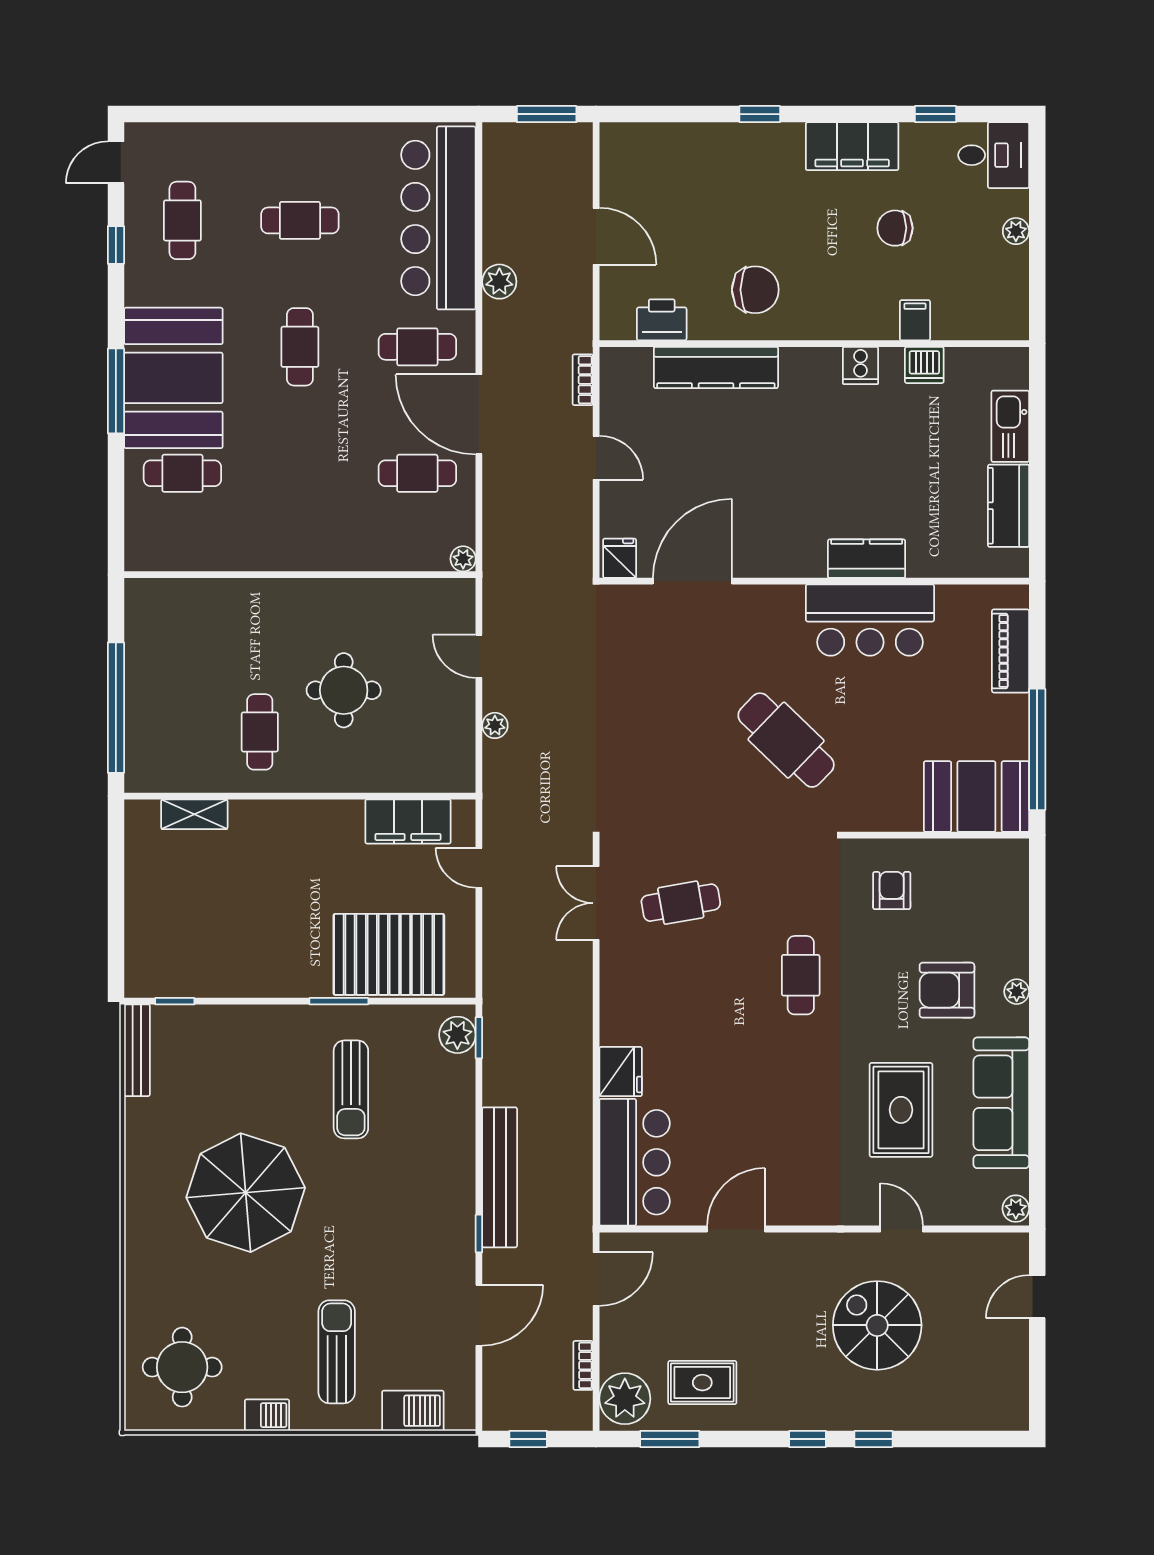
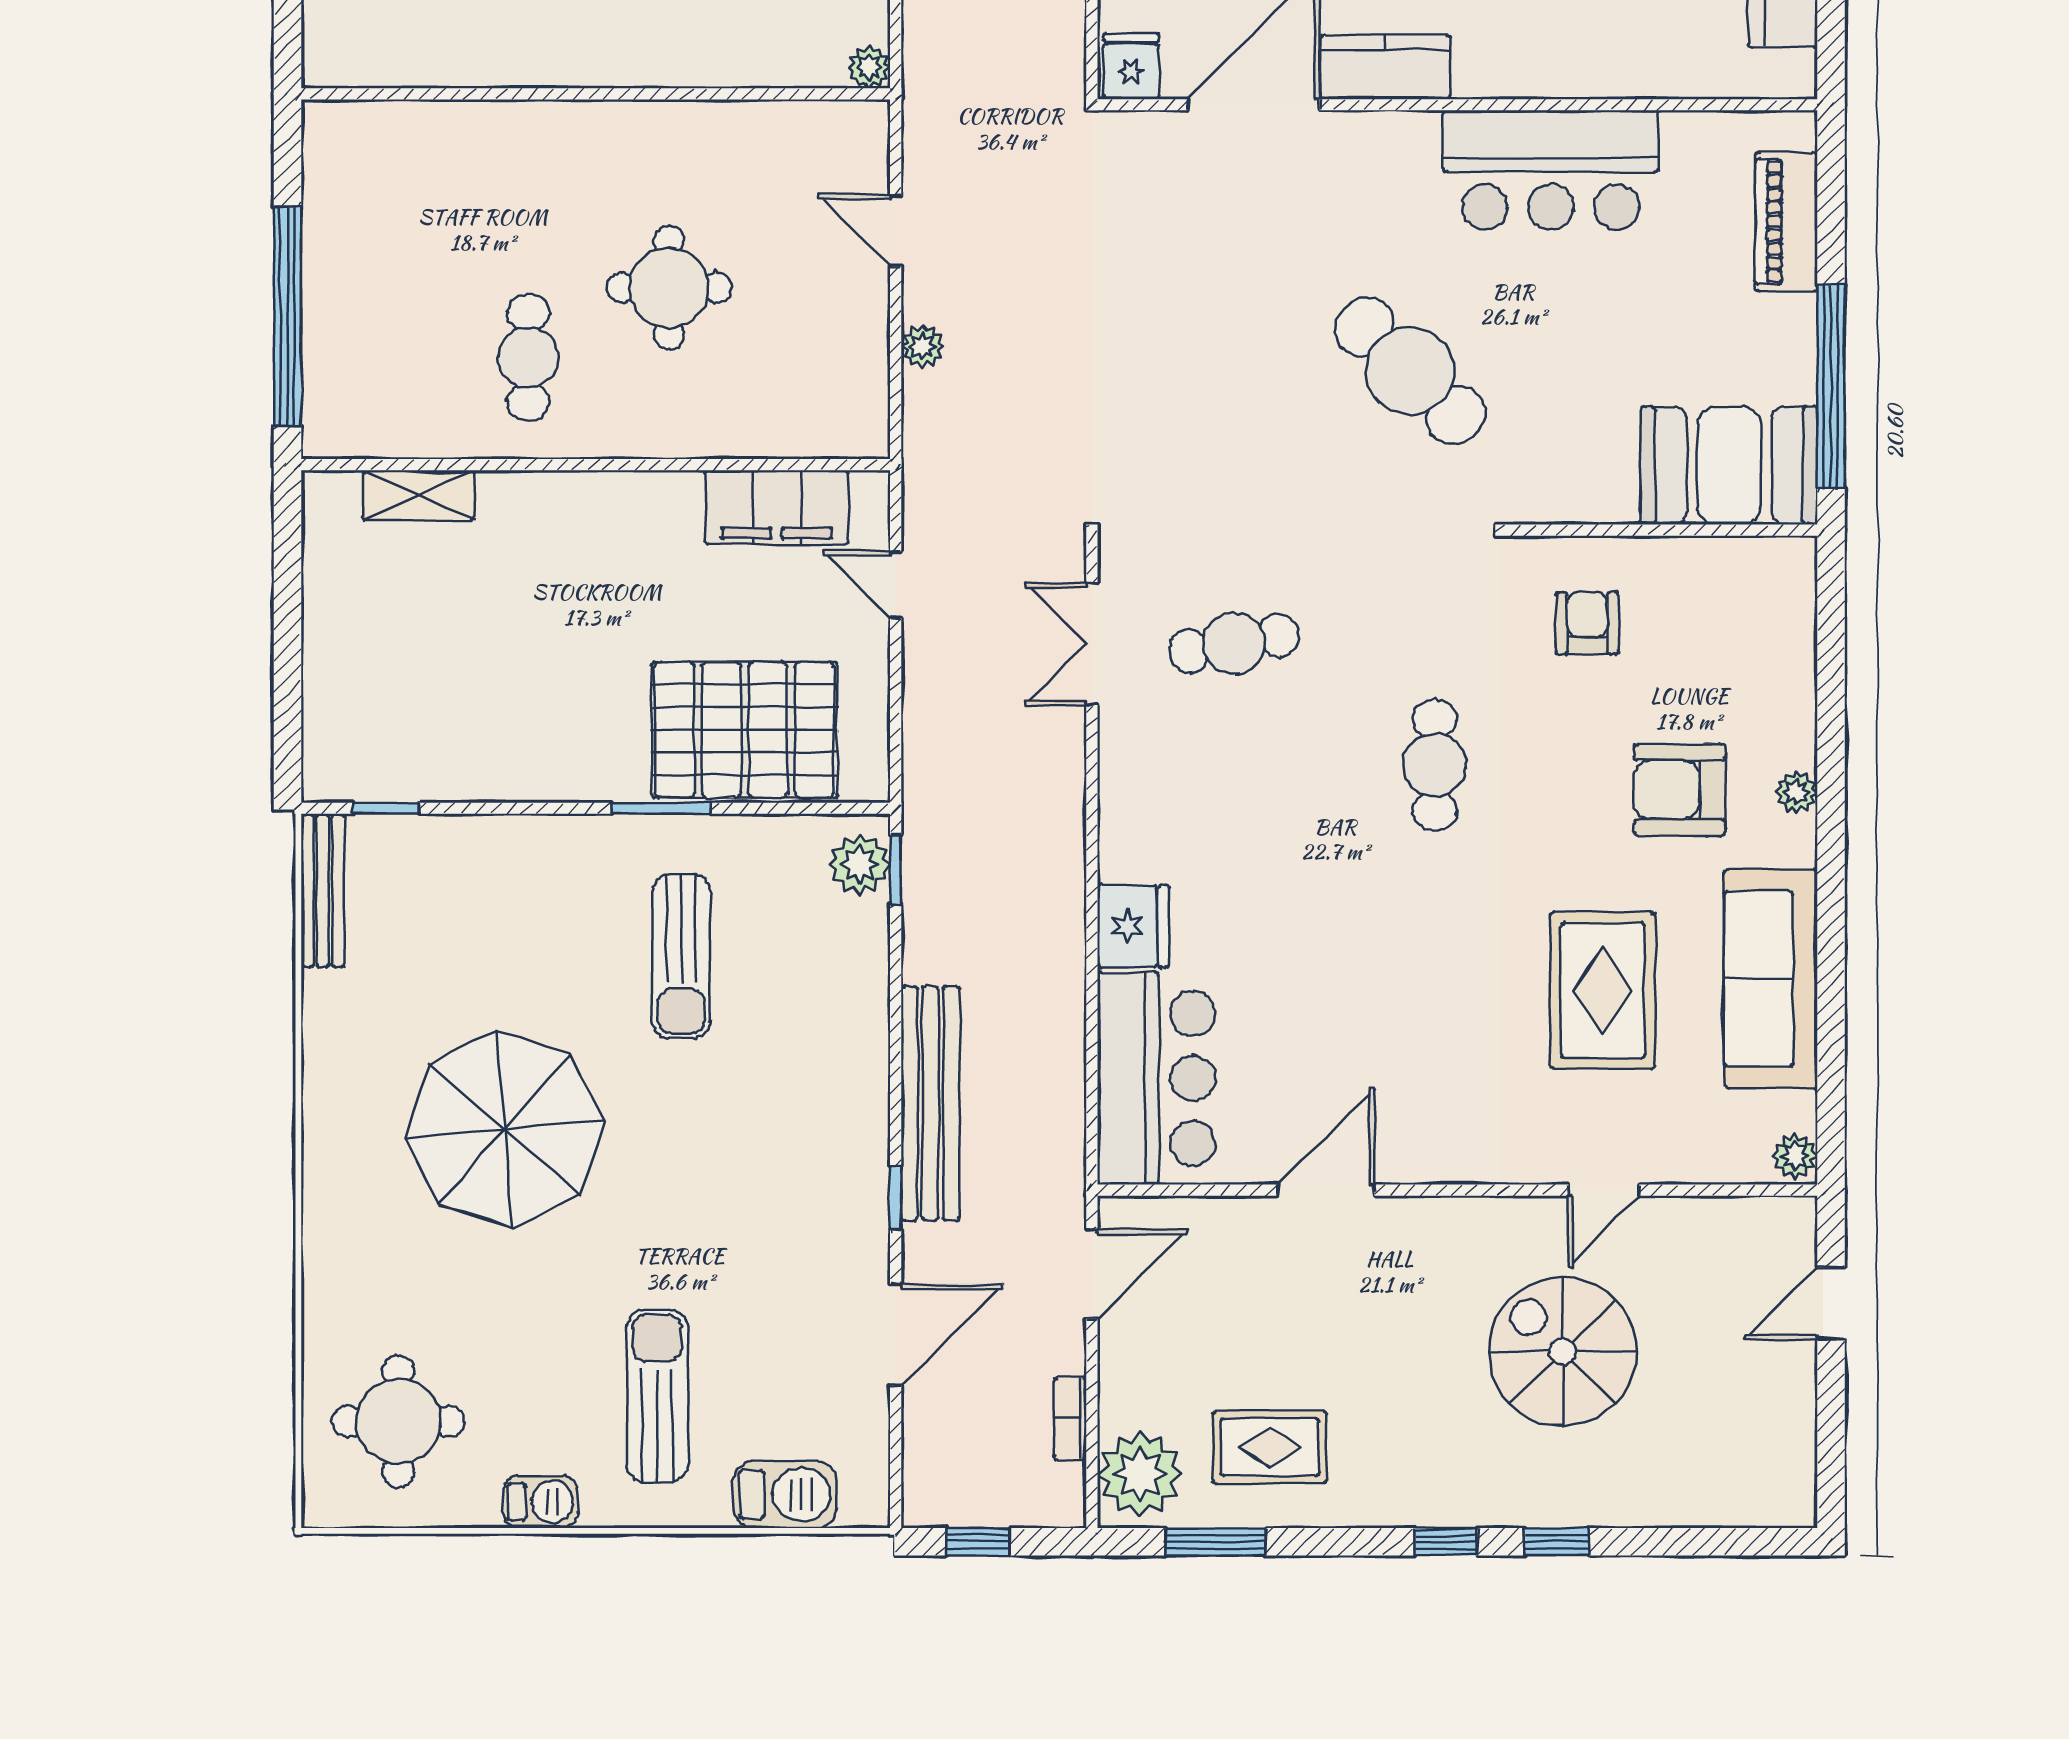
kitchen counter: (867, 559) -> (1385, 67), moved
door: (902, 1229) -> (1604, 1190), swing flipped

